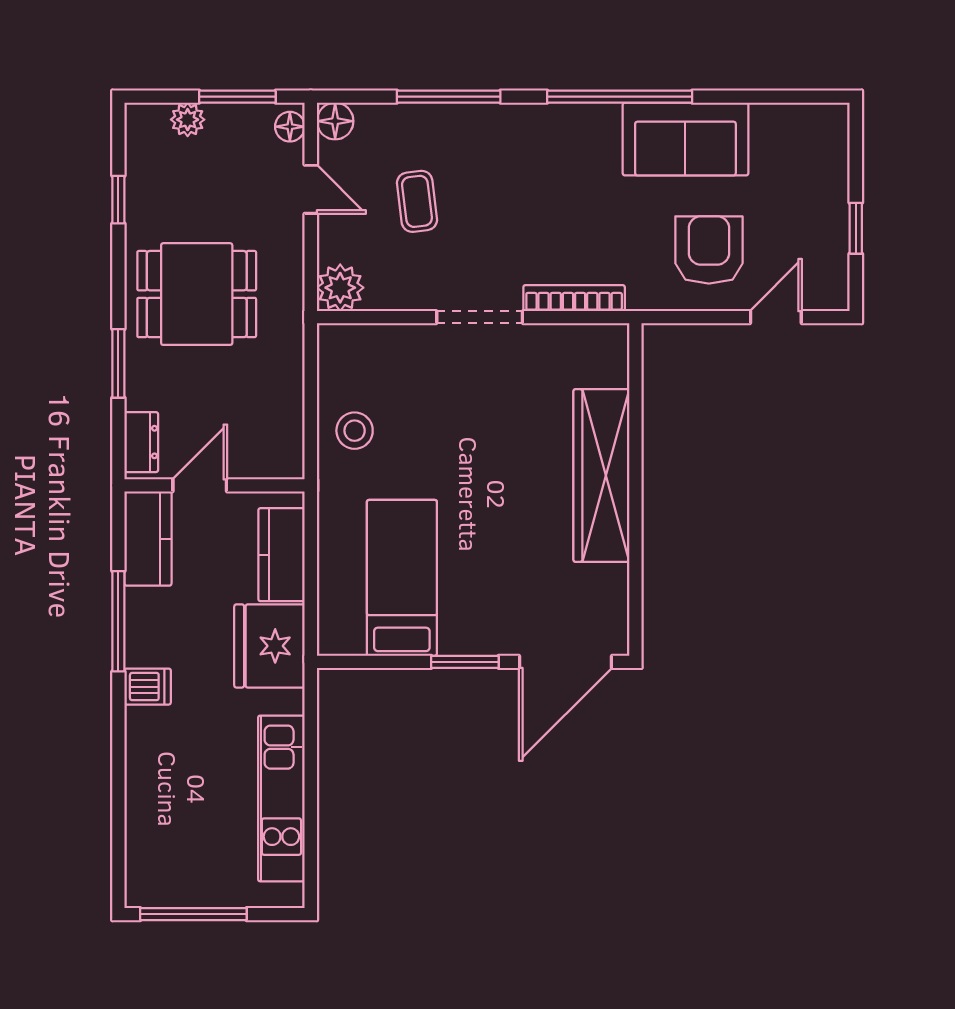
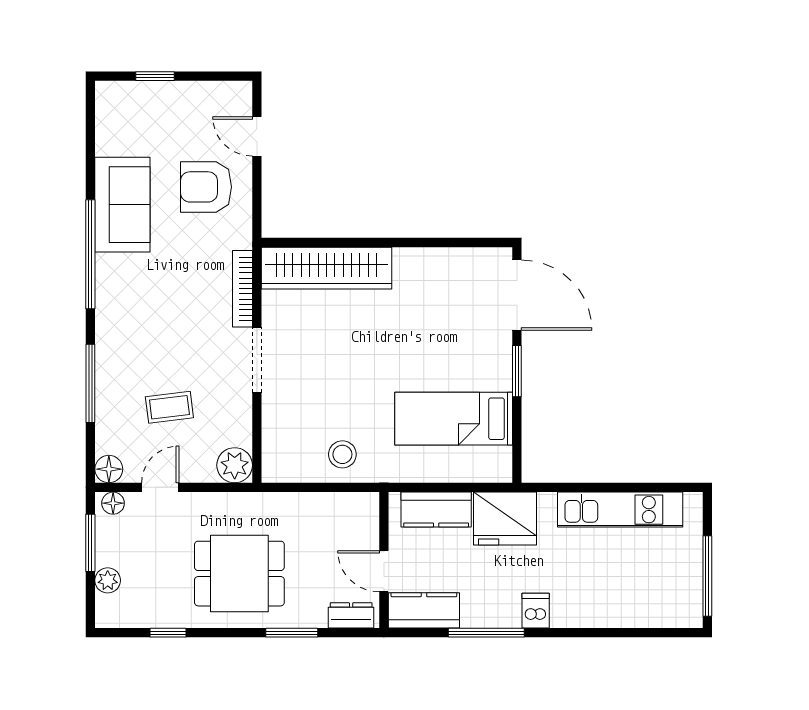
window: (856, 228) -> (155, 76), moved
dining table: (197, 294) -> (239, 574), turned 90
wardrobe: (601, 476) -> (326, 268), moved

